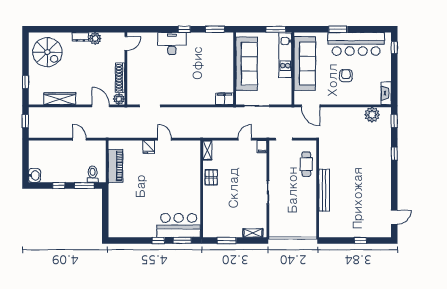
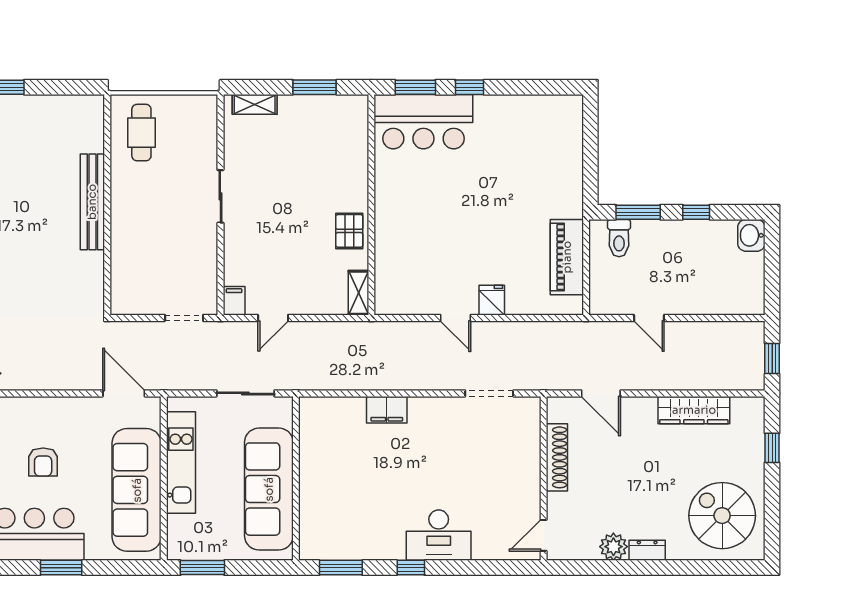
kitchen unit: (285, 55) -> (181, 463), moved
plant: (119, 99) -> (559, 409), removed
filing cabinet: (225, 99) -> (387, 410), moved
cafe table: (306, 164) -> (141, 133), moved

